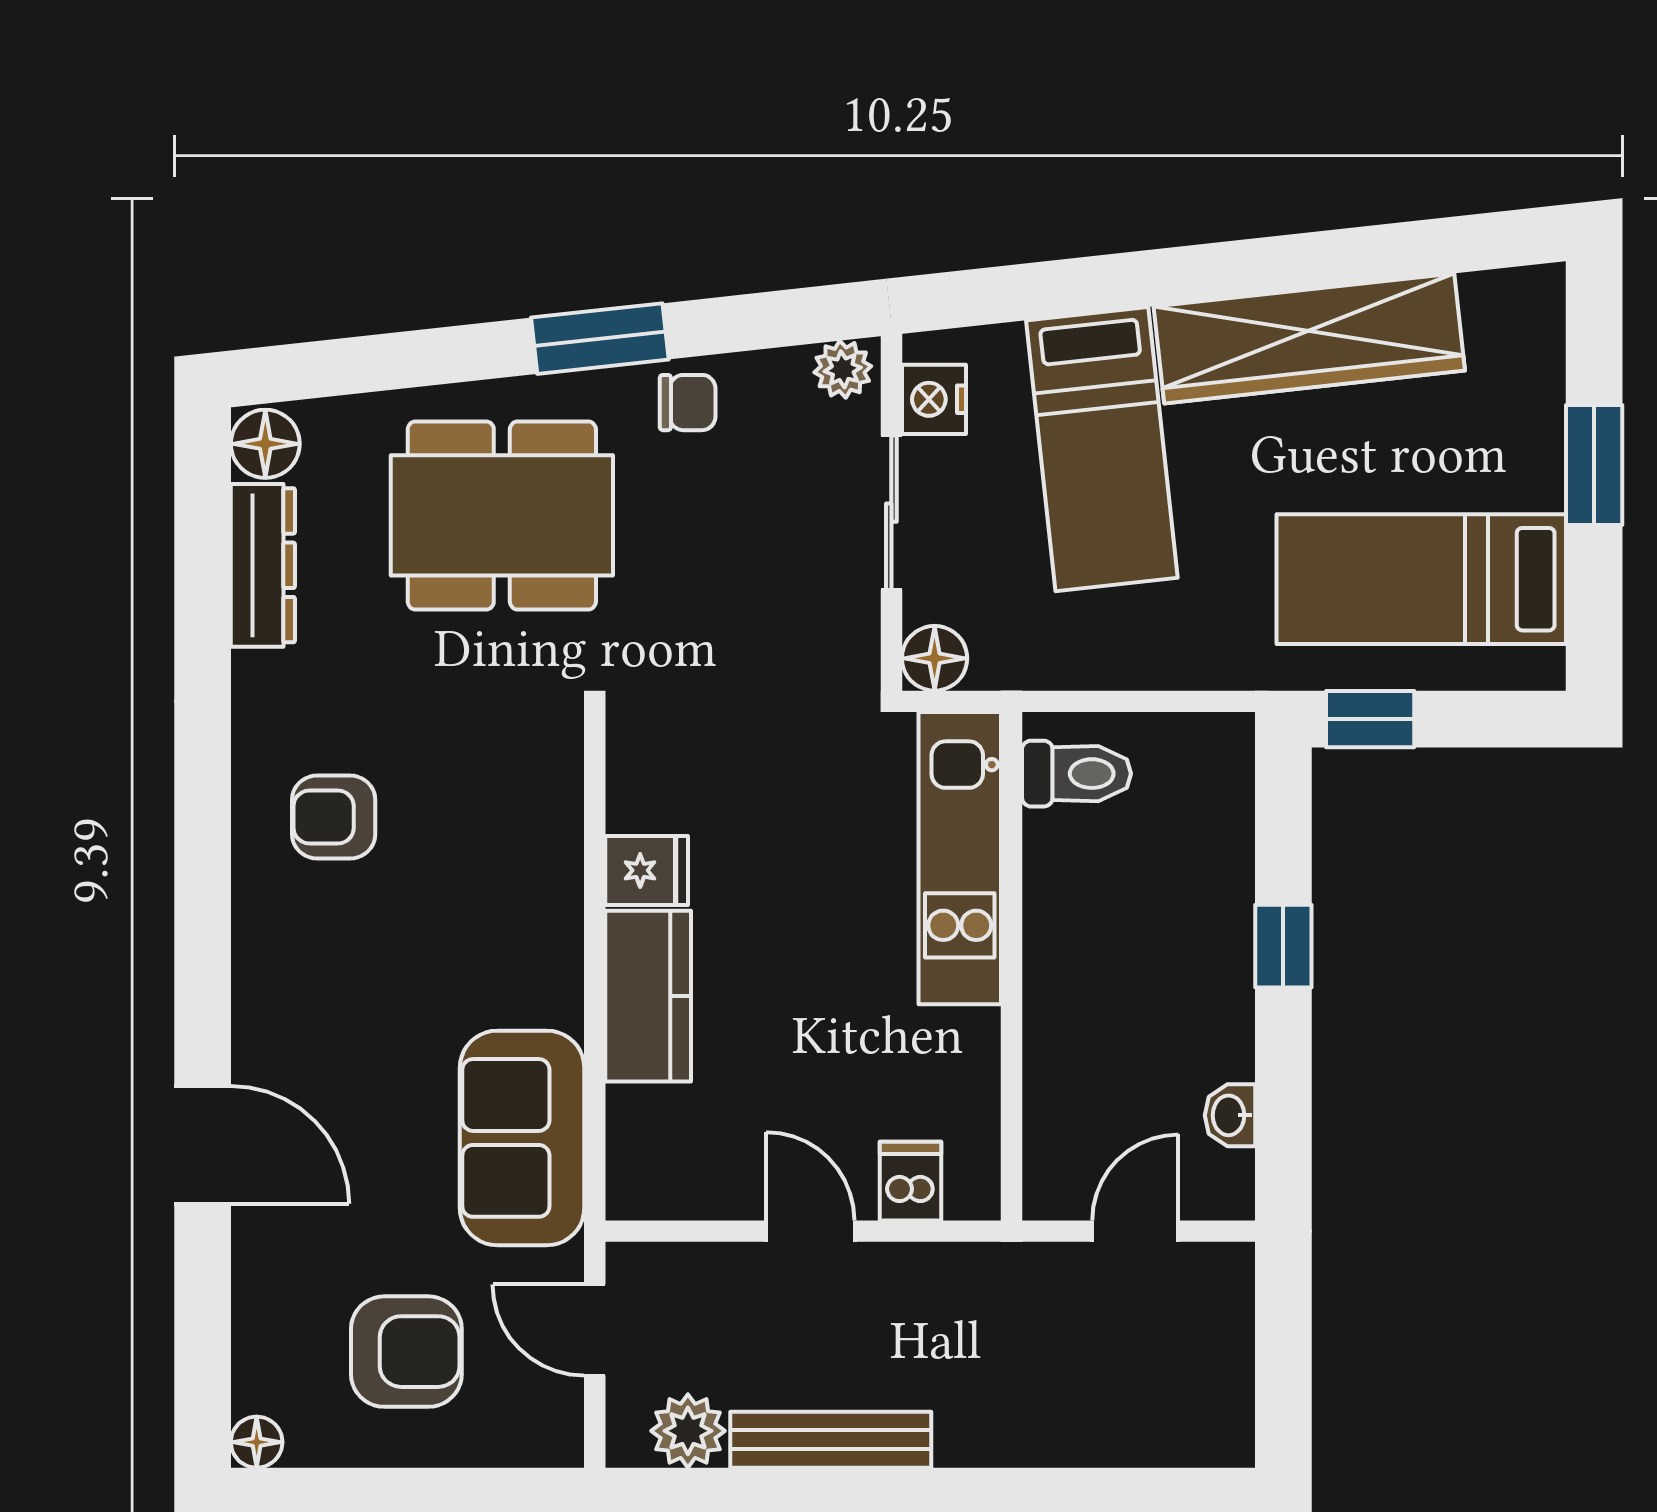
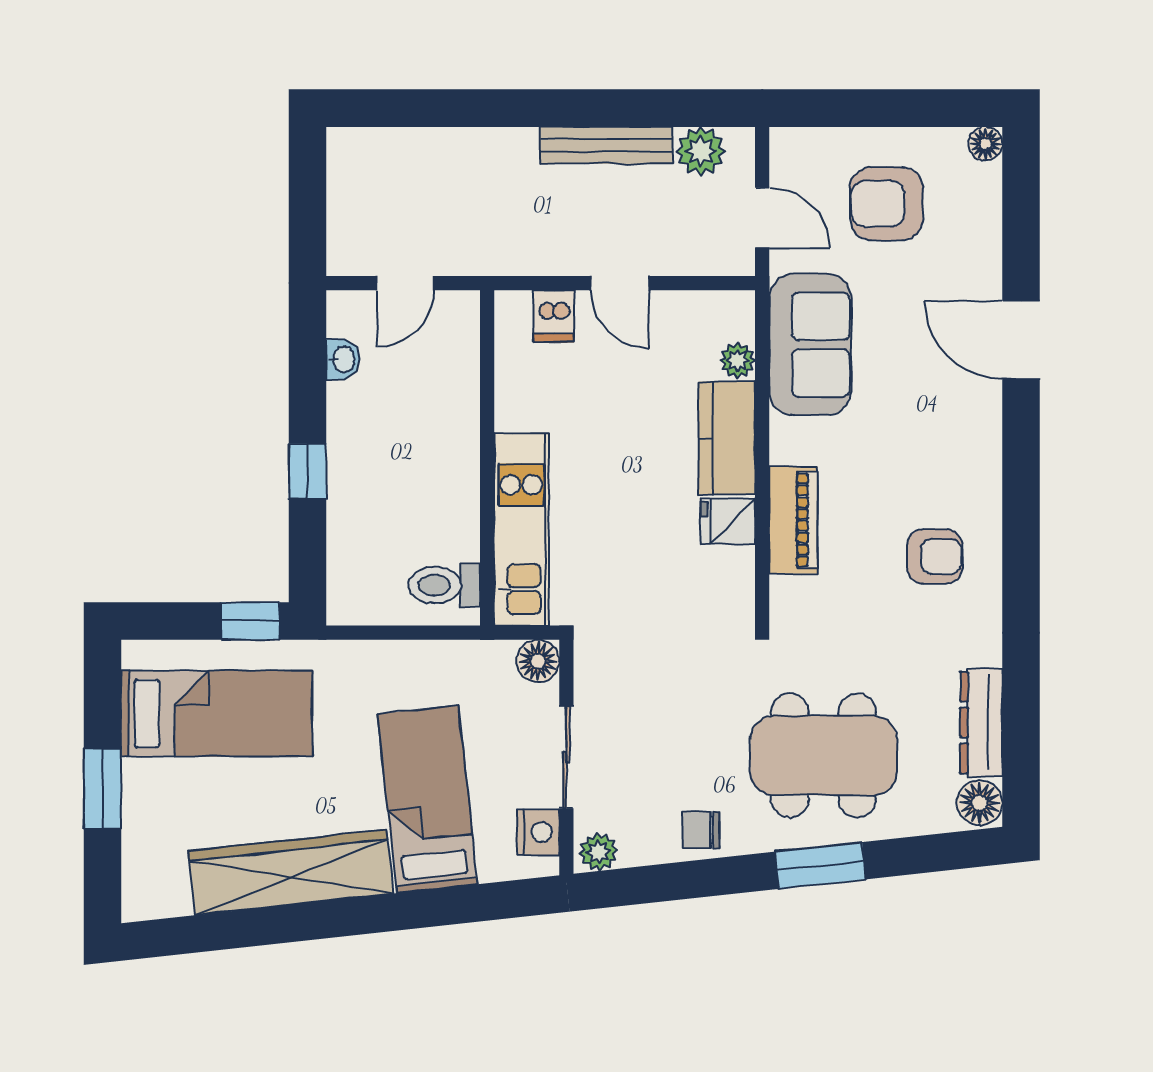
window: (600, 339) -> (820, 865), moved
piano: (548, 872) -> (793, 520), added
plant: (632, 1114) -> (738, 360), added

